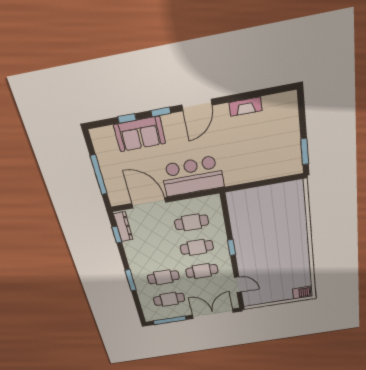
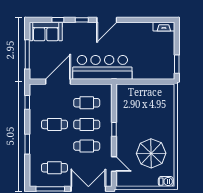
fireplace: (246, 107) -> (164, 27), moved
sofa: (140, 134) -> (46, 32), moved
bar counter: (193, 176) -> (102, 67), width x1.36
door: (149, 203) -> (58, 82), hinge flipped
dresser: (123, 227) -> (34, 97), removed
parasol: (281, 266) -> (151, 153), added
cafe table: (163, 277) -> (54, 124), moved

